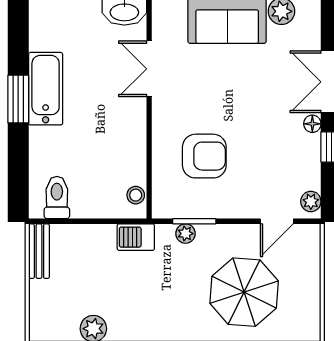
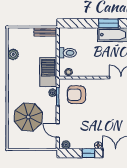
armchair: (204, 156) -> (76, 95), moved, turned 90
toilet: (57, 198) -> (68, 53), moved
barbecue: (136, 237) -> (48, 72), width x1.88, depth x1.53

